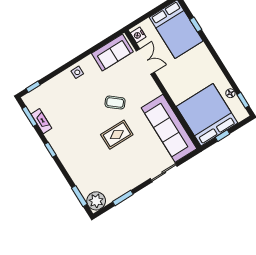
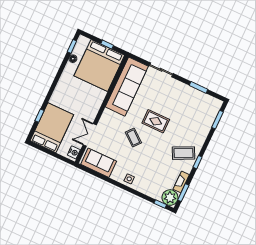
coffee table: (68, 142) -> (184, 153), added
plant: (96, 201) -> (170, 198), moved

